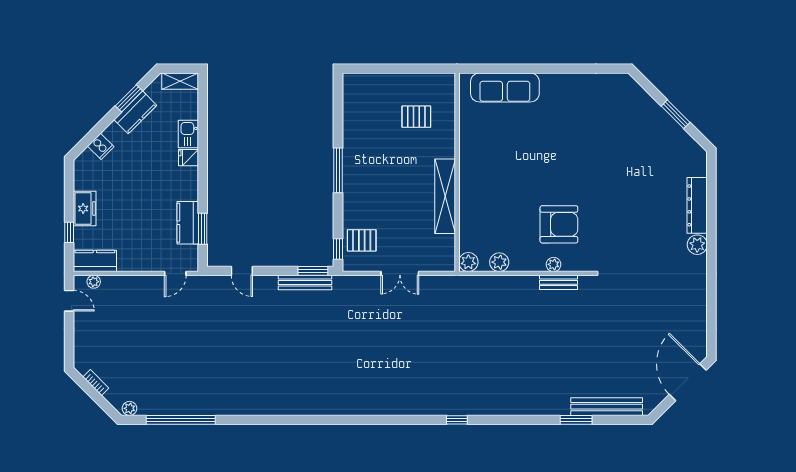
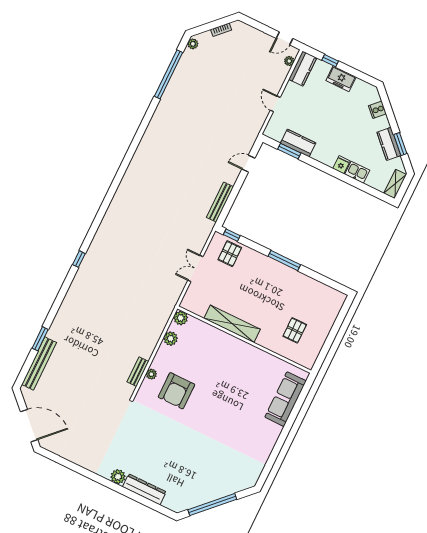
window: (676, 114) -> (212, 505), width x2.11
window: (313, 271) -> (225, 211), removed
door: (175, 273) -> (275, 104), moved

